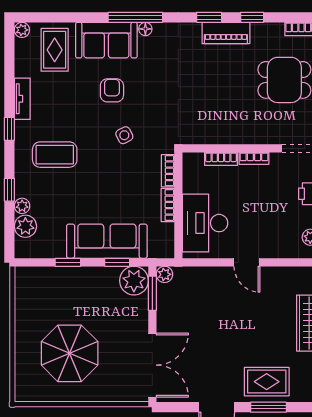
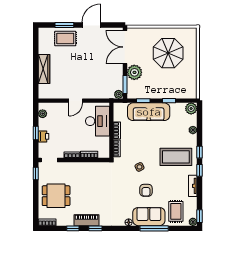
window: (135, 17) -> (154, 228), moved
window: (9, 41) -> (199, 216), added
coffee table: (55, 155) -> (176, 157), width x1.36, depth x1.32
window: (9, 190) -> (199, 152), moved
plant: (25, 226) -> (191, 109), moved
door: (247, 262) -> (76, 101), swing flipped
plant: (134, 281) -> (134, 72), moved

